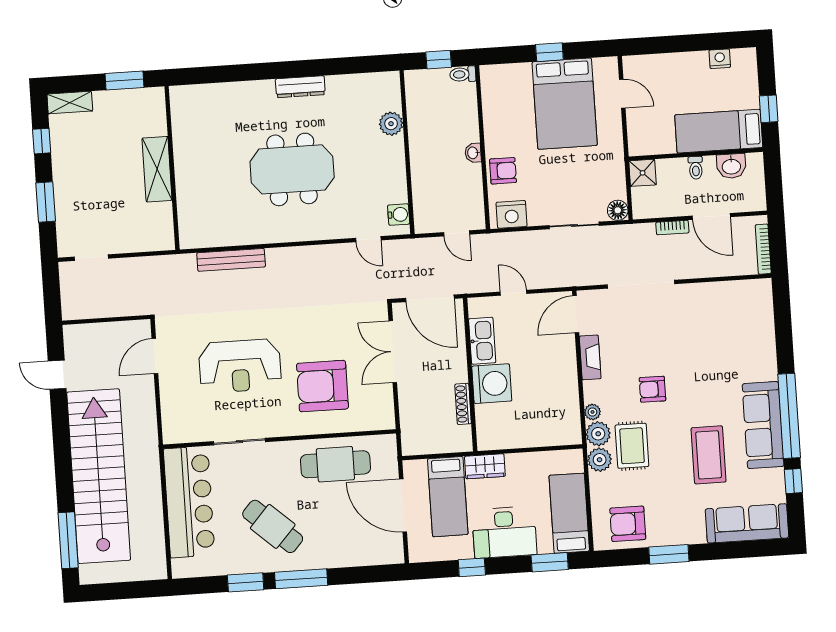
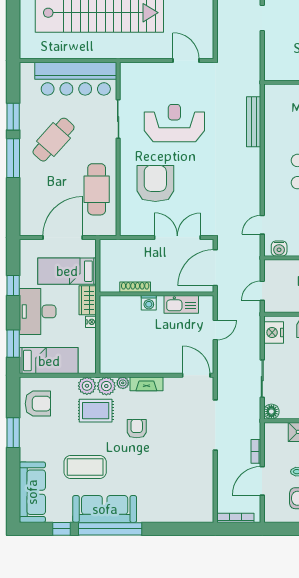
fireplace: (590, 357) -> (146, 384), moved
reception desk: (240, 366) -> (174, 123), turned 90
washing machine: (492, 384) -> (149, 303), width x0.53, depth x0.53
nightstand: (514, 460) -> (91, 322), added
armchair: (628, 524) -> (38, 404), turned 90

